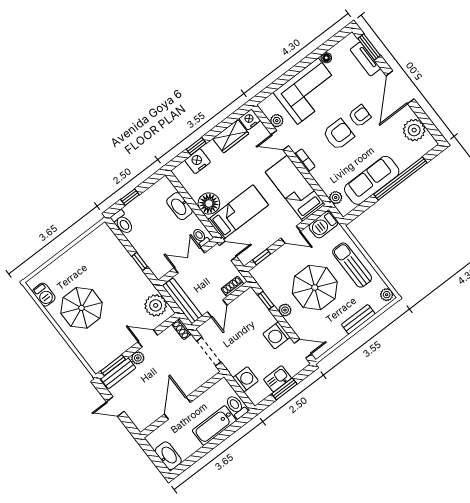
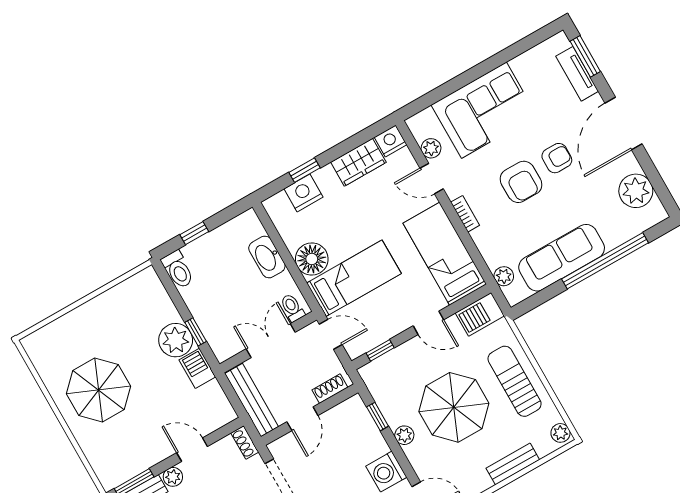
floor lamp: (326, 58) -> (519, 64), removed
armchair: (338, 134) -> (521, 182), turned 90
barbecue: (44, 295) -> (197, 368), moved, turned 180
plant: (156, 305) -> (176, 340), moved

